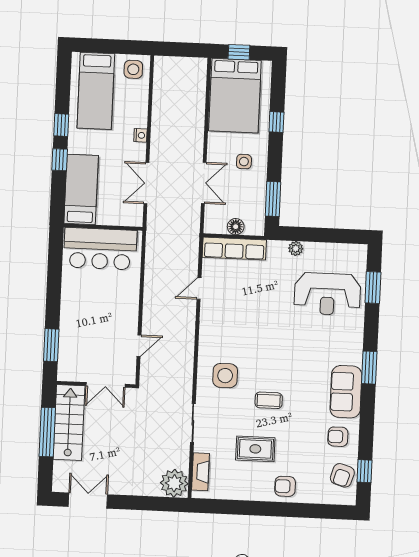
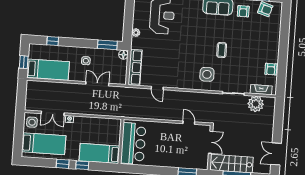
bed: (235, 96) -> (48, 70), width x0.67
window: (276, 122) -> (53, 41), moved
double door: (146, 183) -> (53, 113), moved
floor lamp: (236, 227) -> (123, 55), moved
rug: (255, 449) -> (249, 58), removed
plant: (174, 483) -> (256, 104), moved
armchair: (285, 486) -> (271, 69), moved

